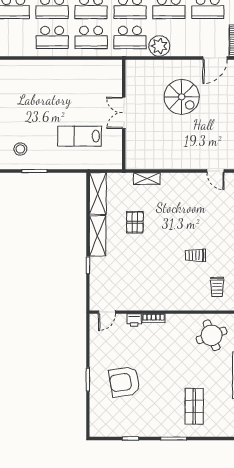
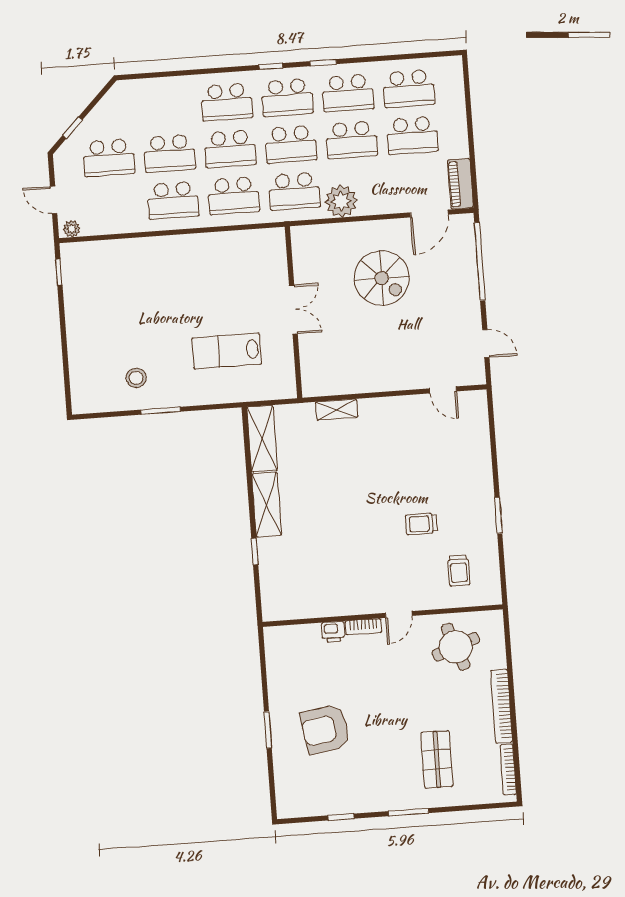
double door: (124, 113) -> (293, 309), swing flipped
pallet: (135, 222) -> (323, 479), removed
door: (107, 312) -> (399, 614), moved

